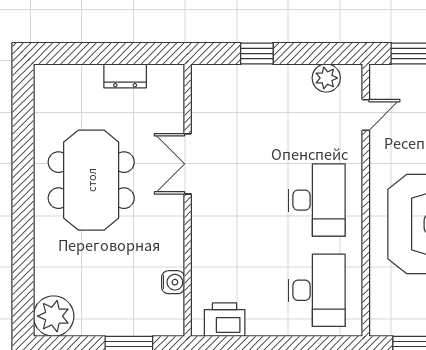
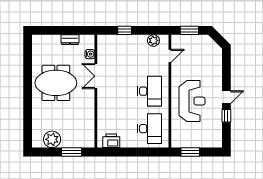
meeting table: (91, 180) -> (56, 83), turned 90
water cooler: (173, 282) -> (90, 54), moved
plant: (54, 316) -> (52, 139), moved

